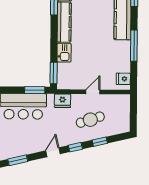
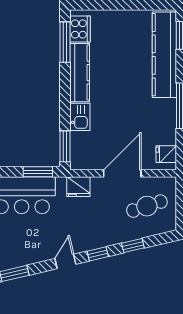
door: (93, 92) -> (122, 173), width x1.88
cafe table: (90, 120) -> (147, 206), moved

